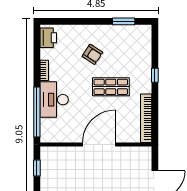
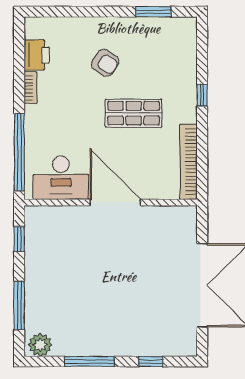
printer: (48, 38) -> (37, 55), moved
desk: (54, 100) -> (61, 178), moved, turned -90
door: (99, 145) -> (115, 202), hinge flipped

